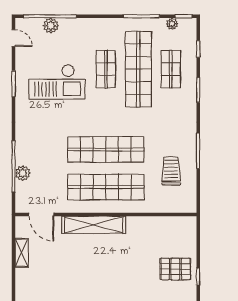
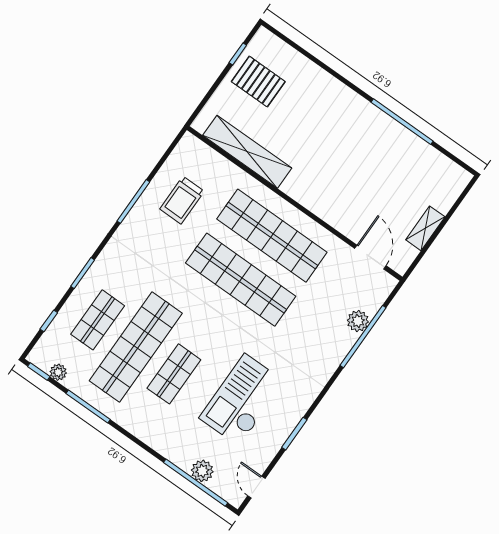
checkout: (57, 82) -> (242, 400), turned -90
shelving: (94, 225) -> (247, 152), moved

